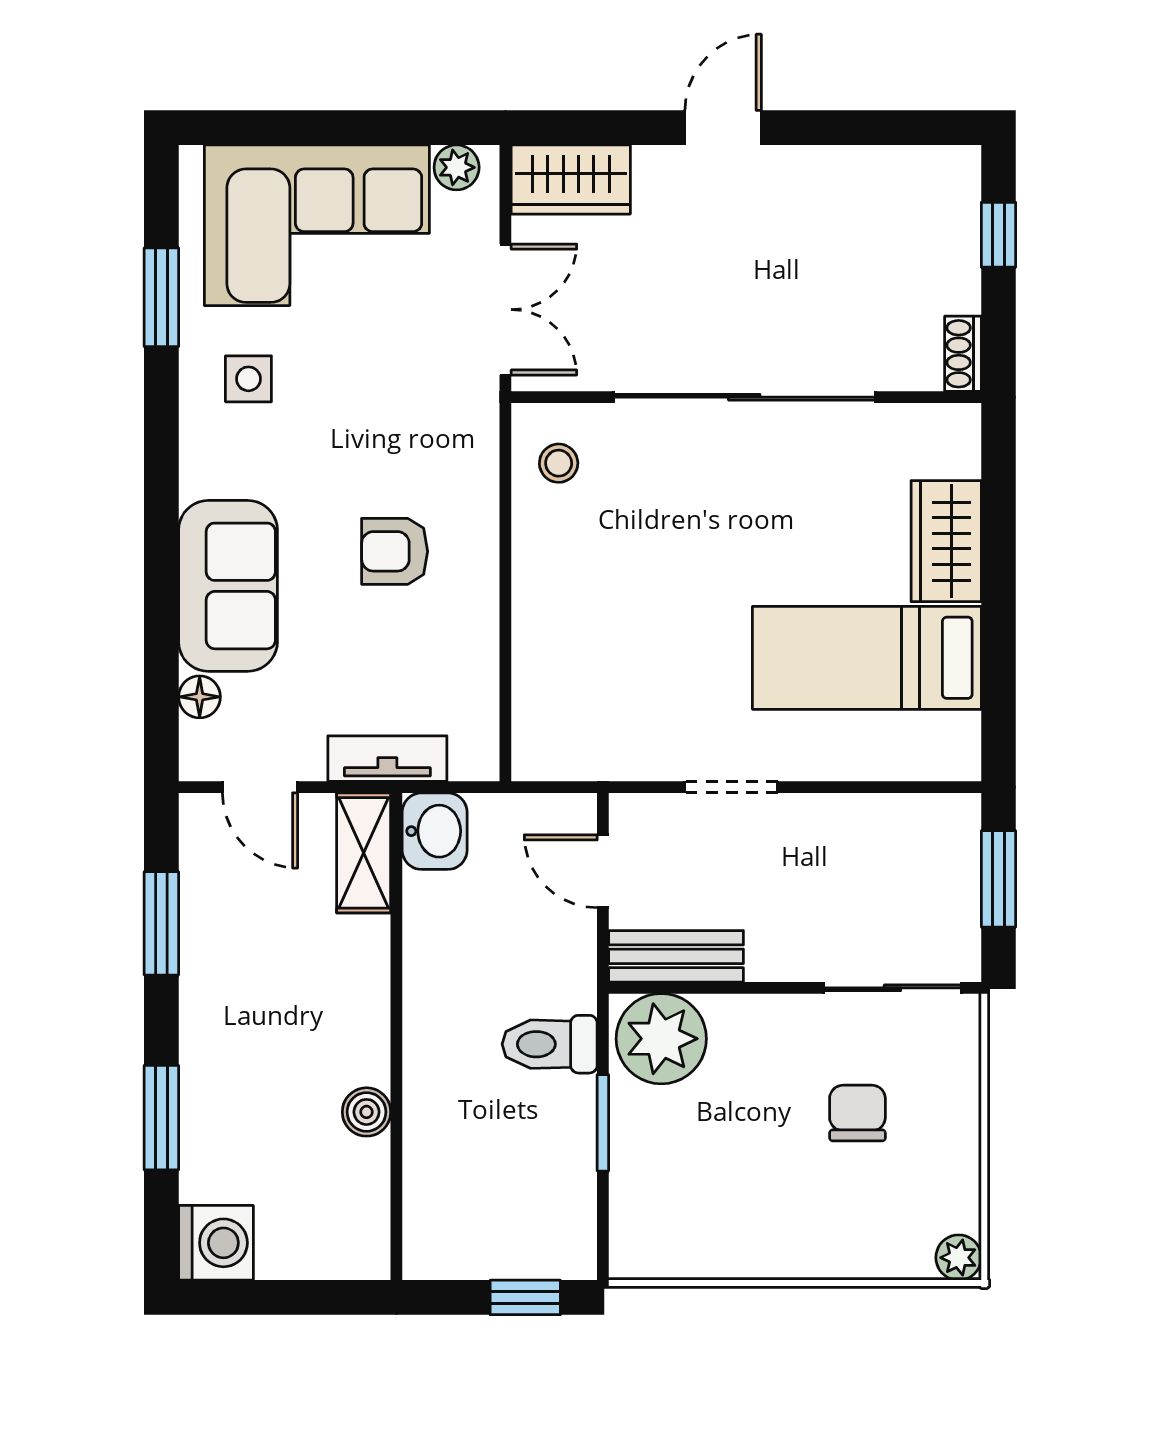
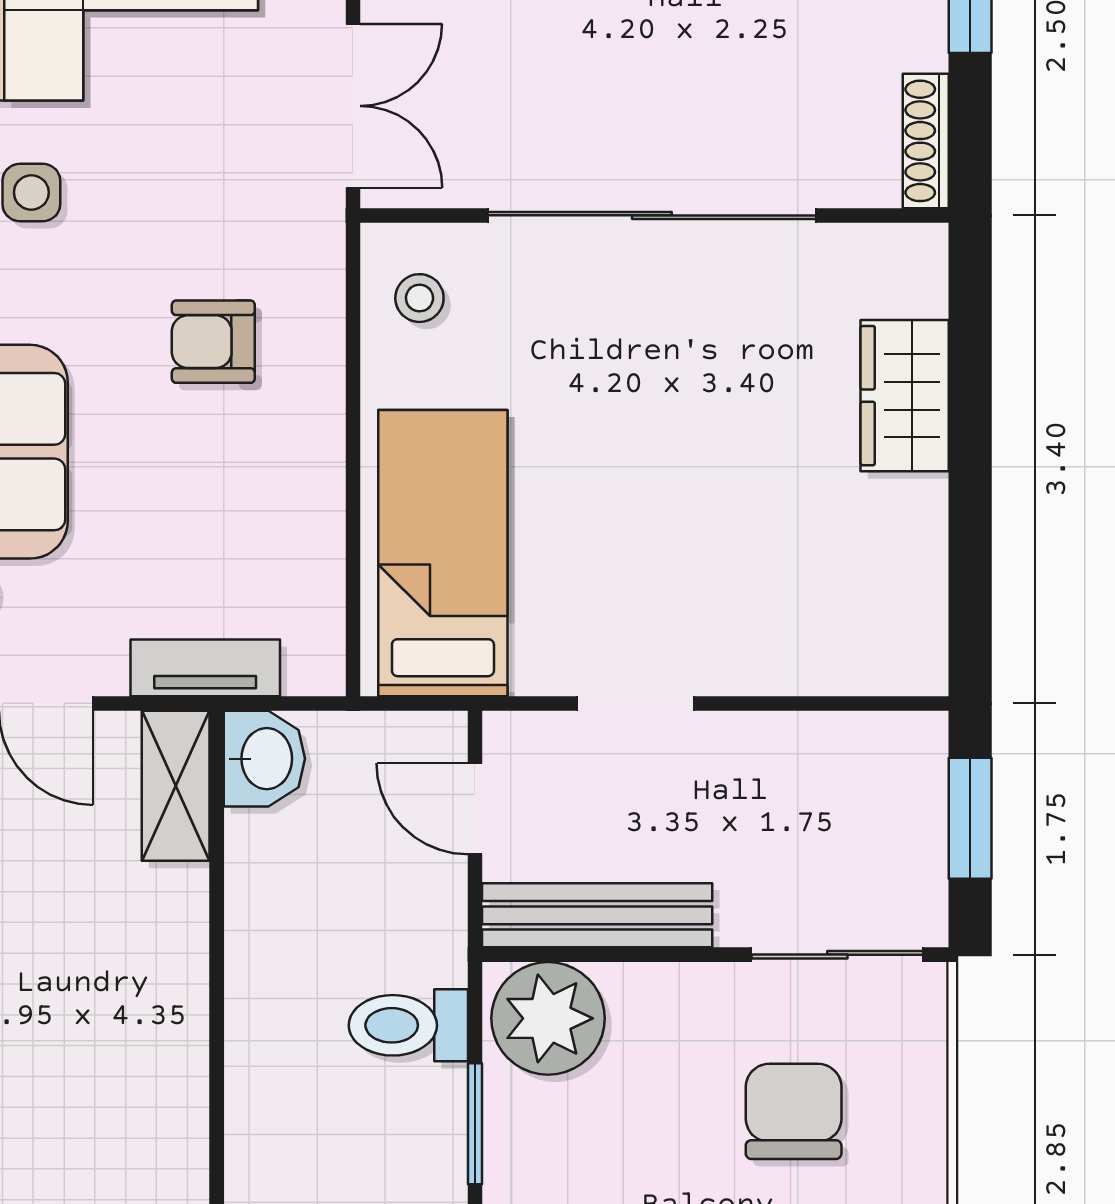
shoe rack: (963, 354) -> (926, 141), width x1.43
armchair: (395, 551) -> (213, 342), moved
bed: (867, 658) -> (443, 553), moved, turned 90
bench: (676, 956) -> (597, 915), width x1.36
boiler: (367, 1112) -> (179, 1110), removed
chair: (857, 1113) -> (794, 1111), width x1.37, depth x1.37

